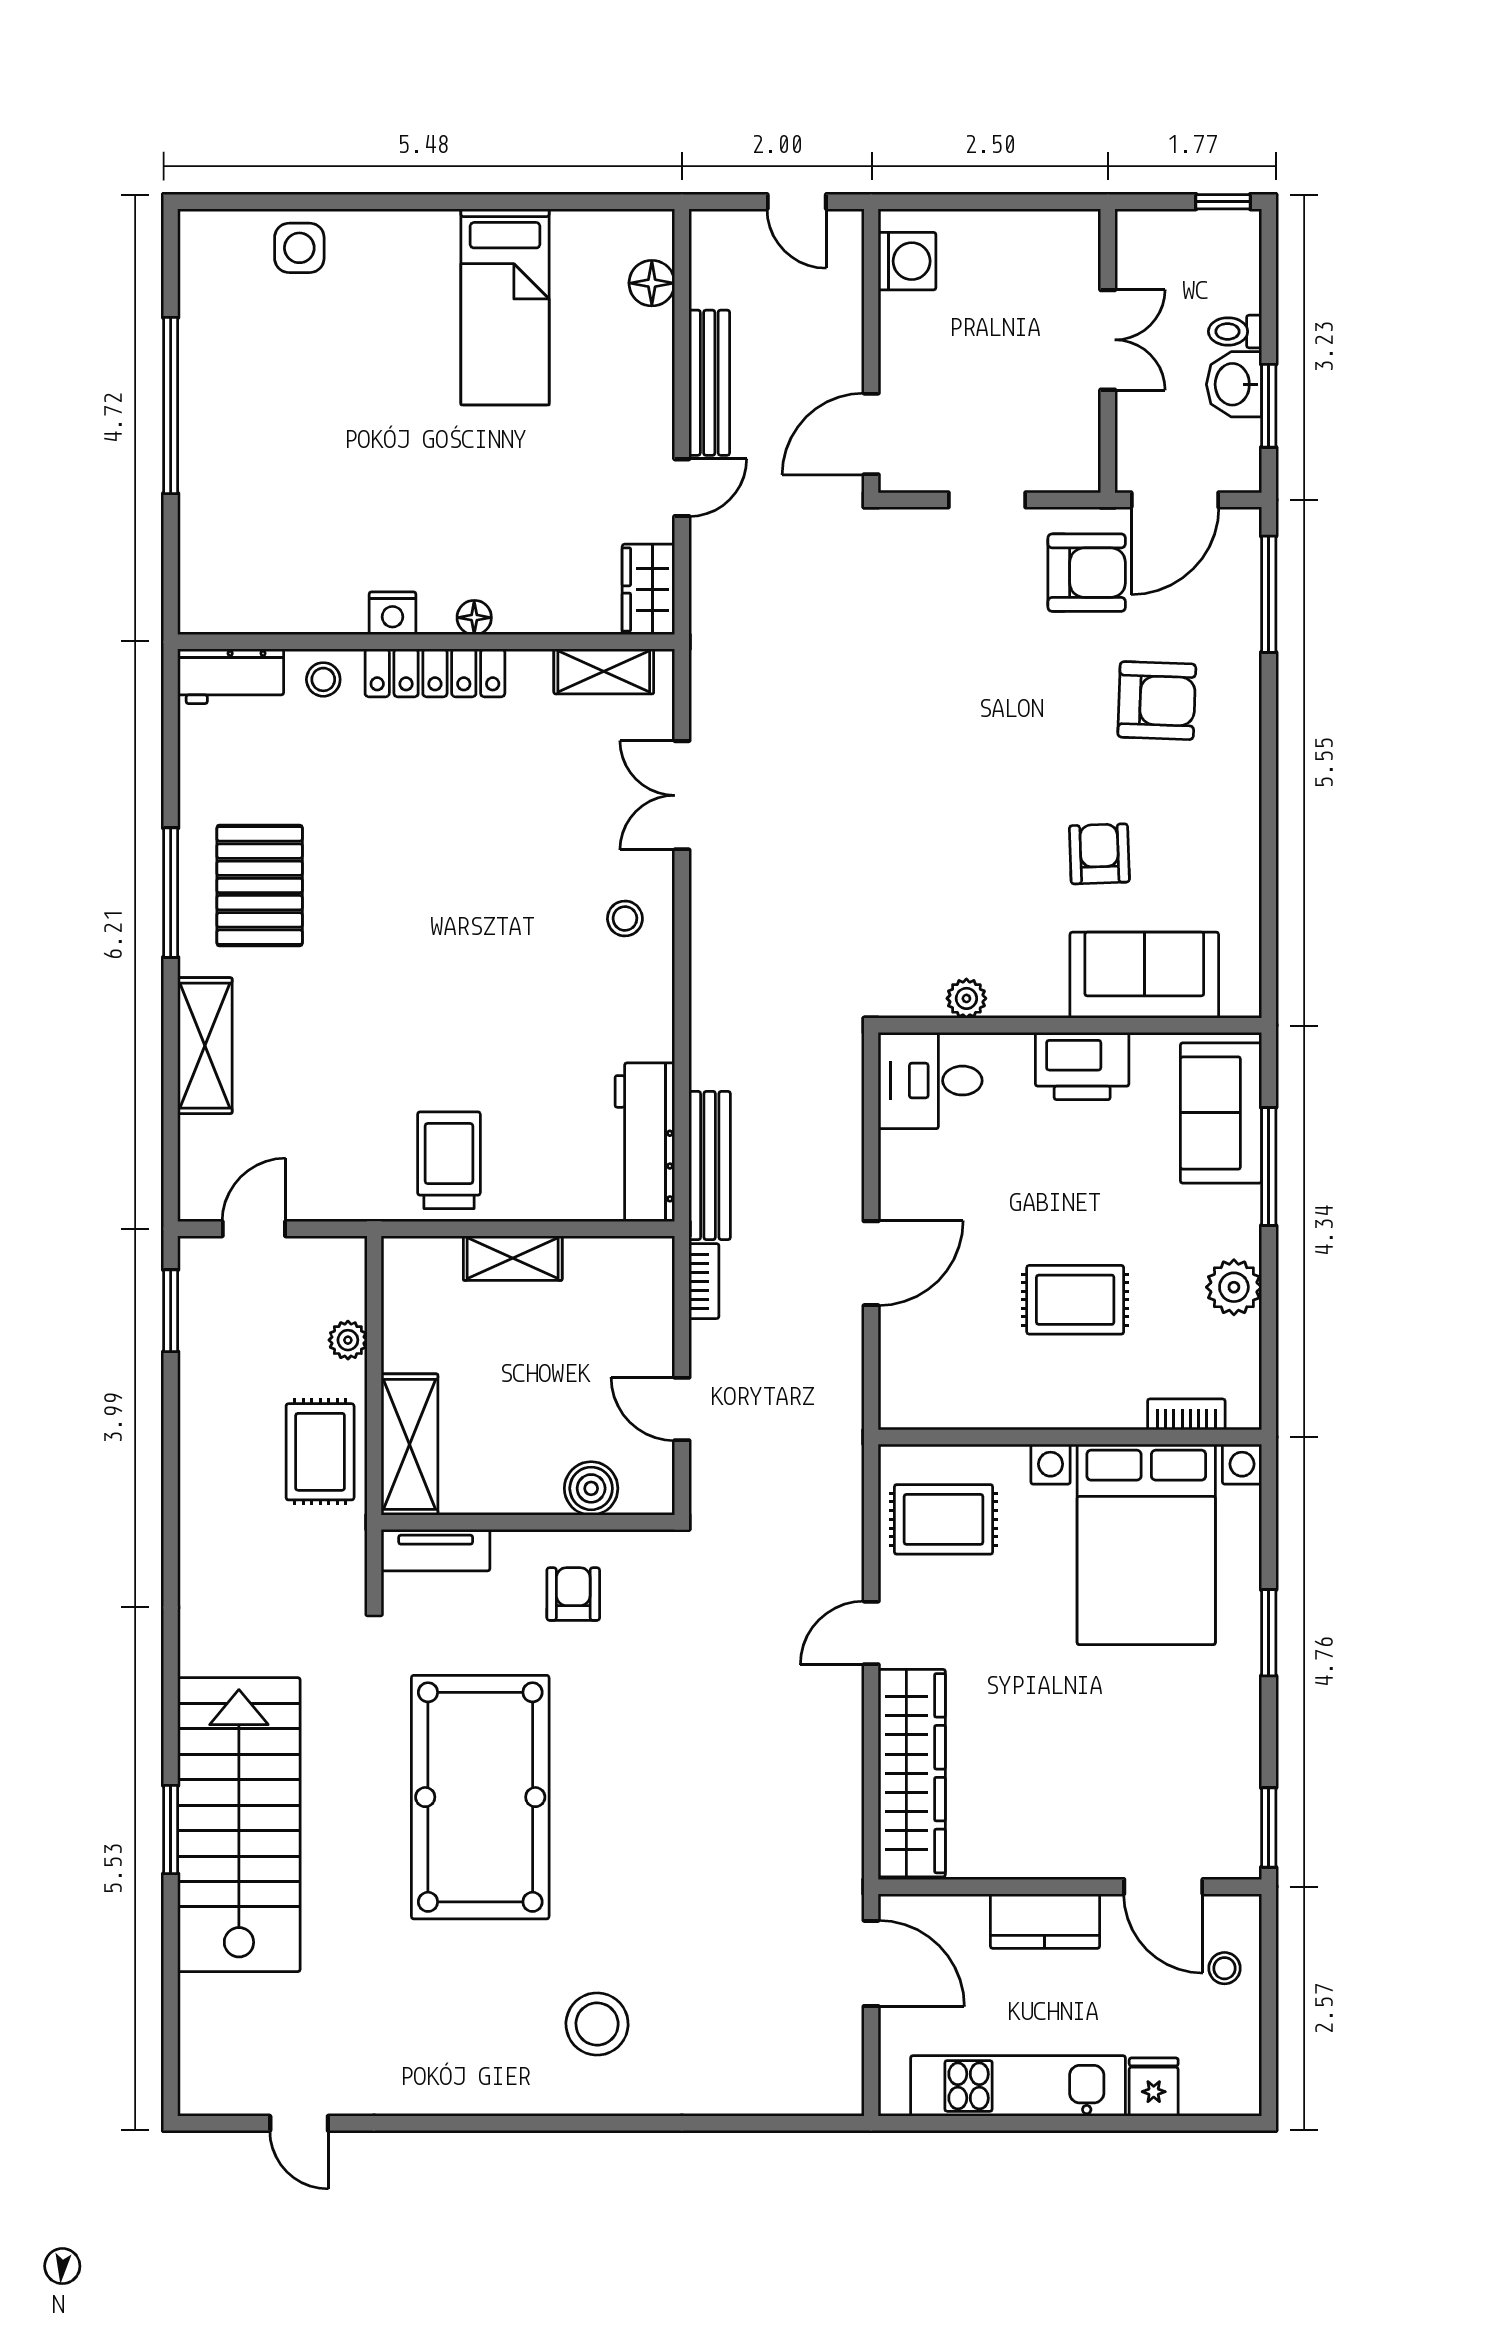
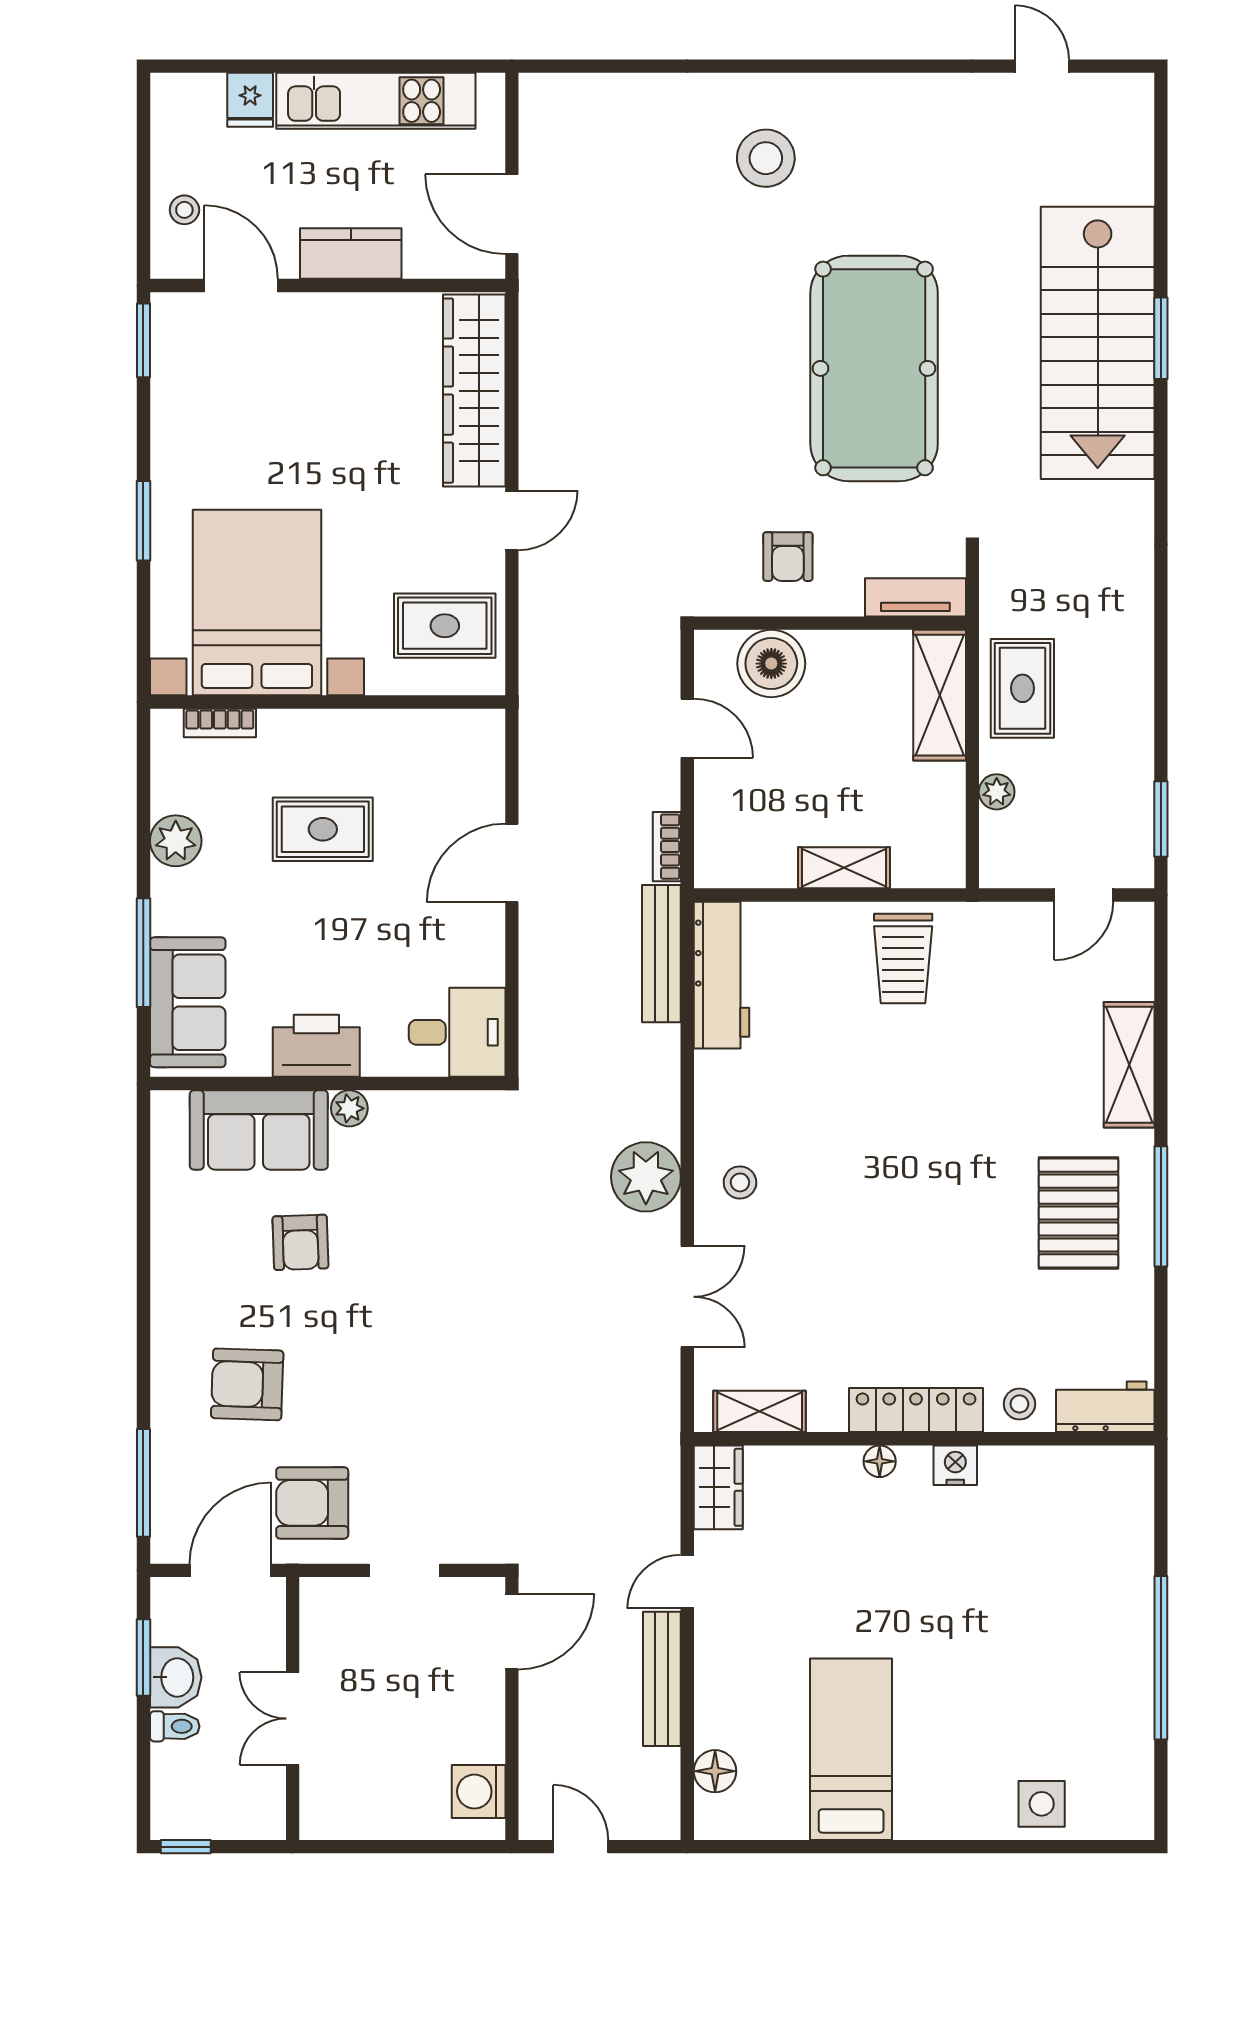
plant: (726, 925) -> (646, 1177), added
plant: (966, 998) -> (349, 1108), moved
boiler: (591, 1488) -> (771, 664), width x1.37, depth x1.37

